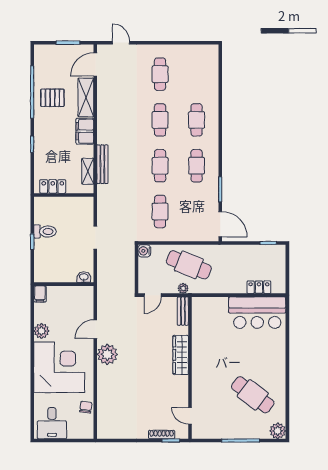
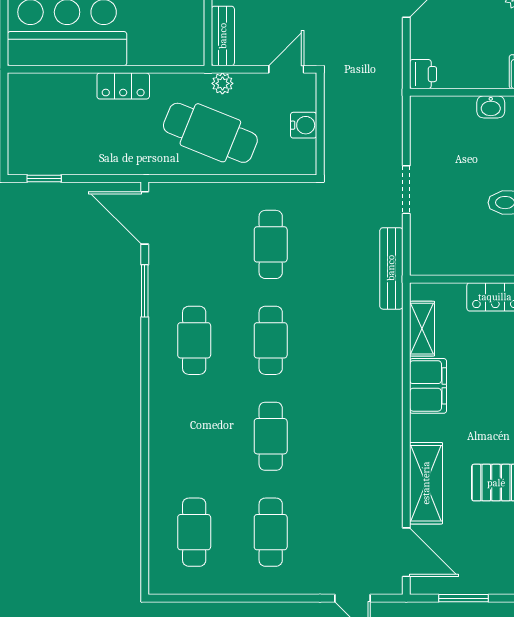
door: (95, 64) -> (406, 552), hinge flipped
cafe table: (197, 120) -> (194, 532), moved
filing cabinet: (85, 131) -> (428, 386), moved
bench: (102, 164) -> (391, 268), moved
water cooler: (144, 251) -> (304, 125), moved
washbasin: (84, 277) -> (491, 107), moved
locker: (259, 287) -> (123, 86), moved
printer: (87, 293) -> (423, 74), added

